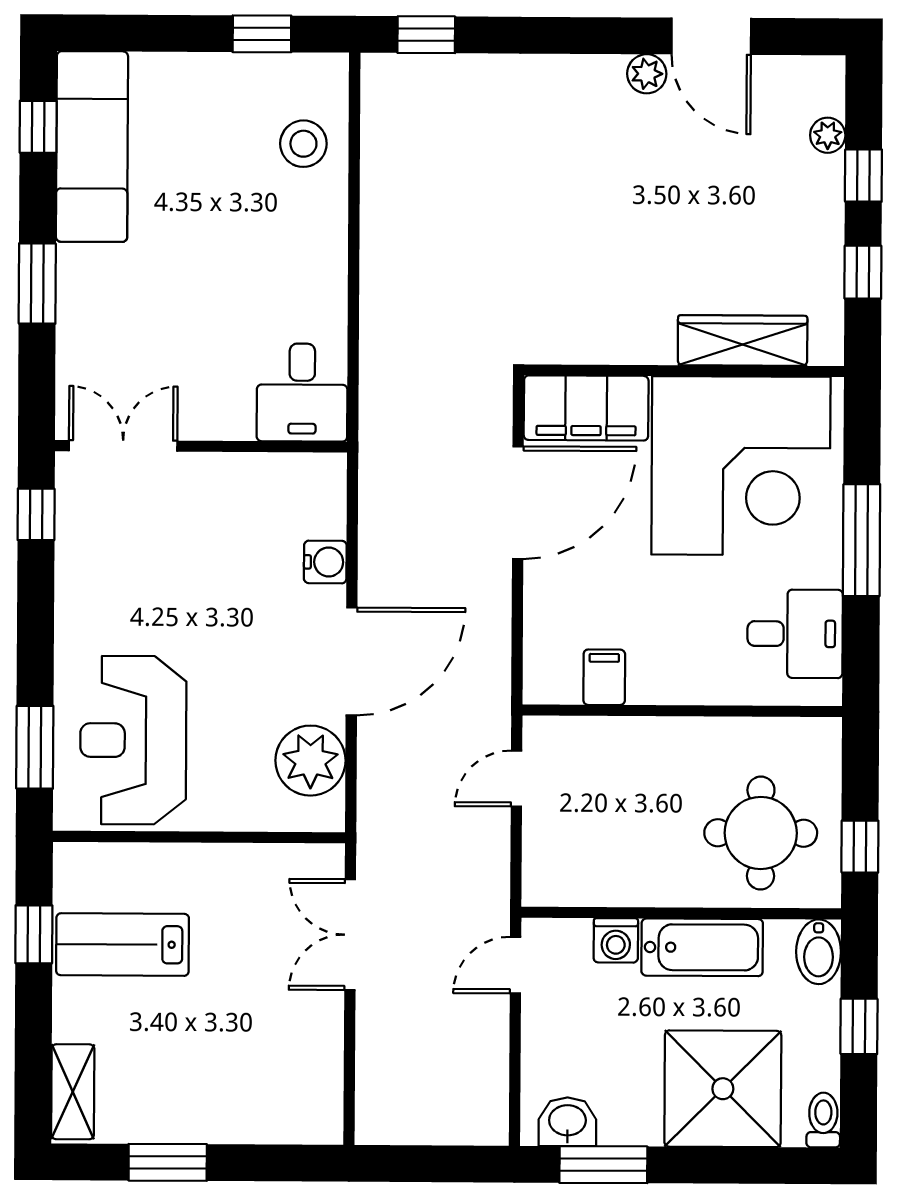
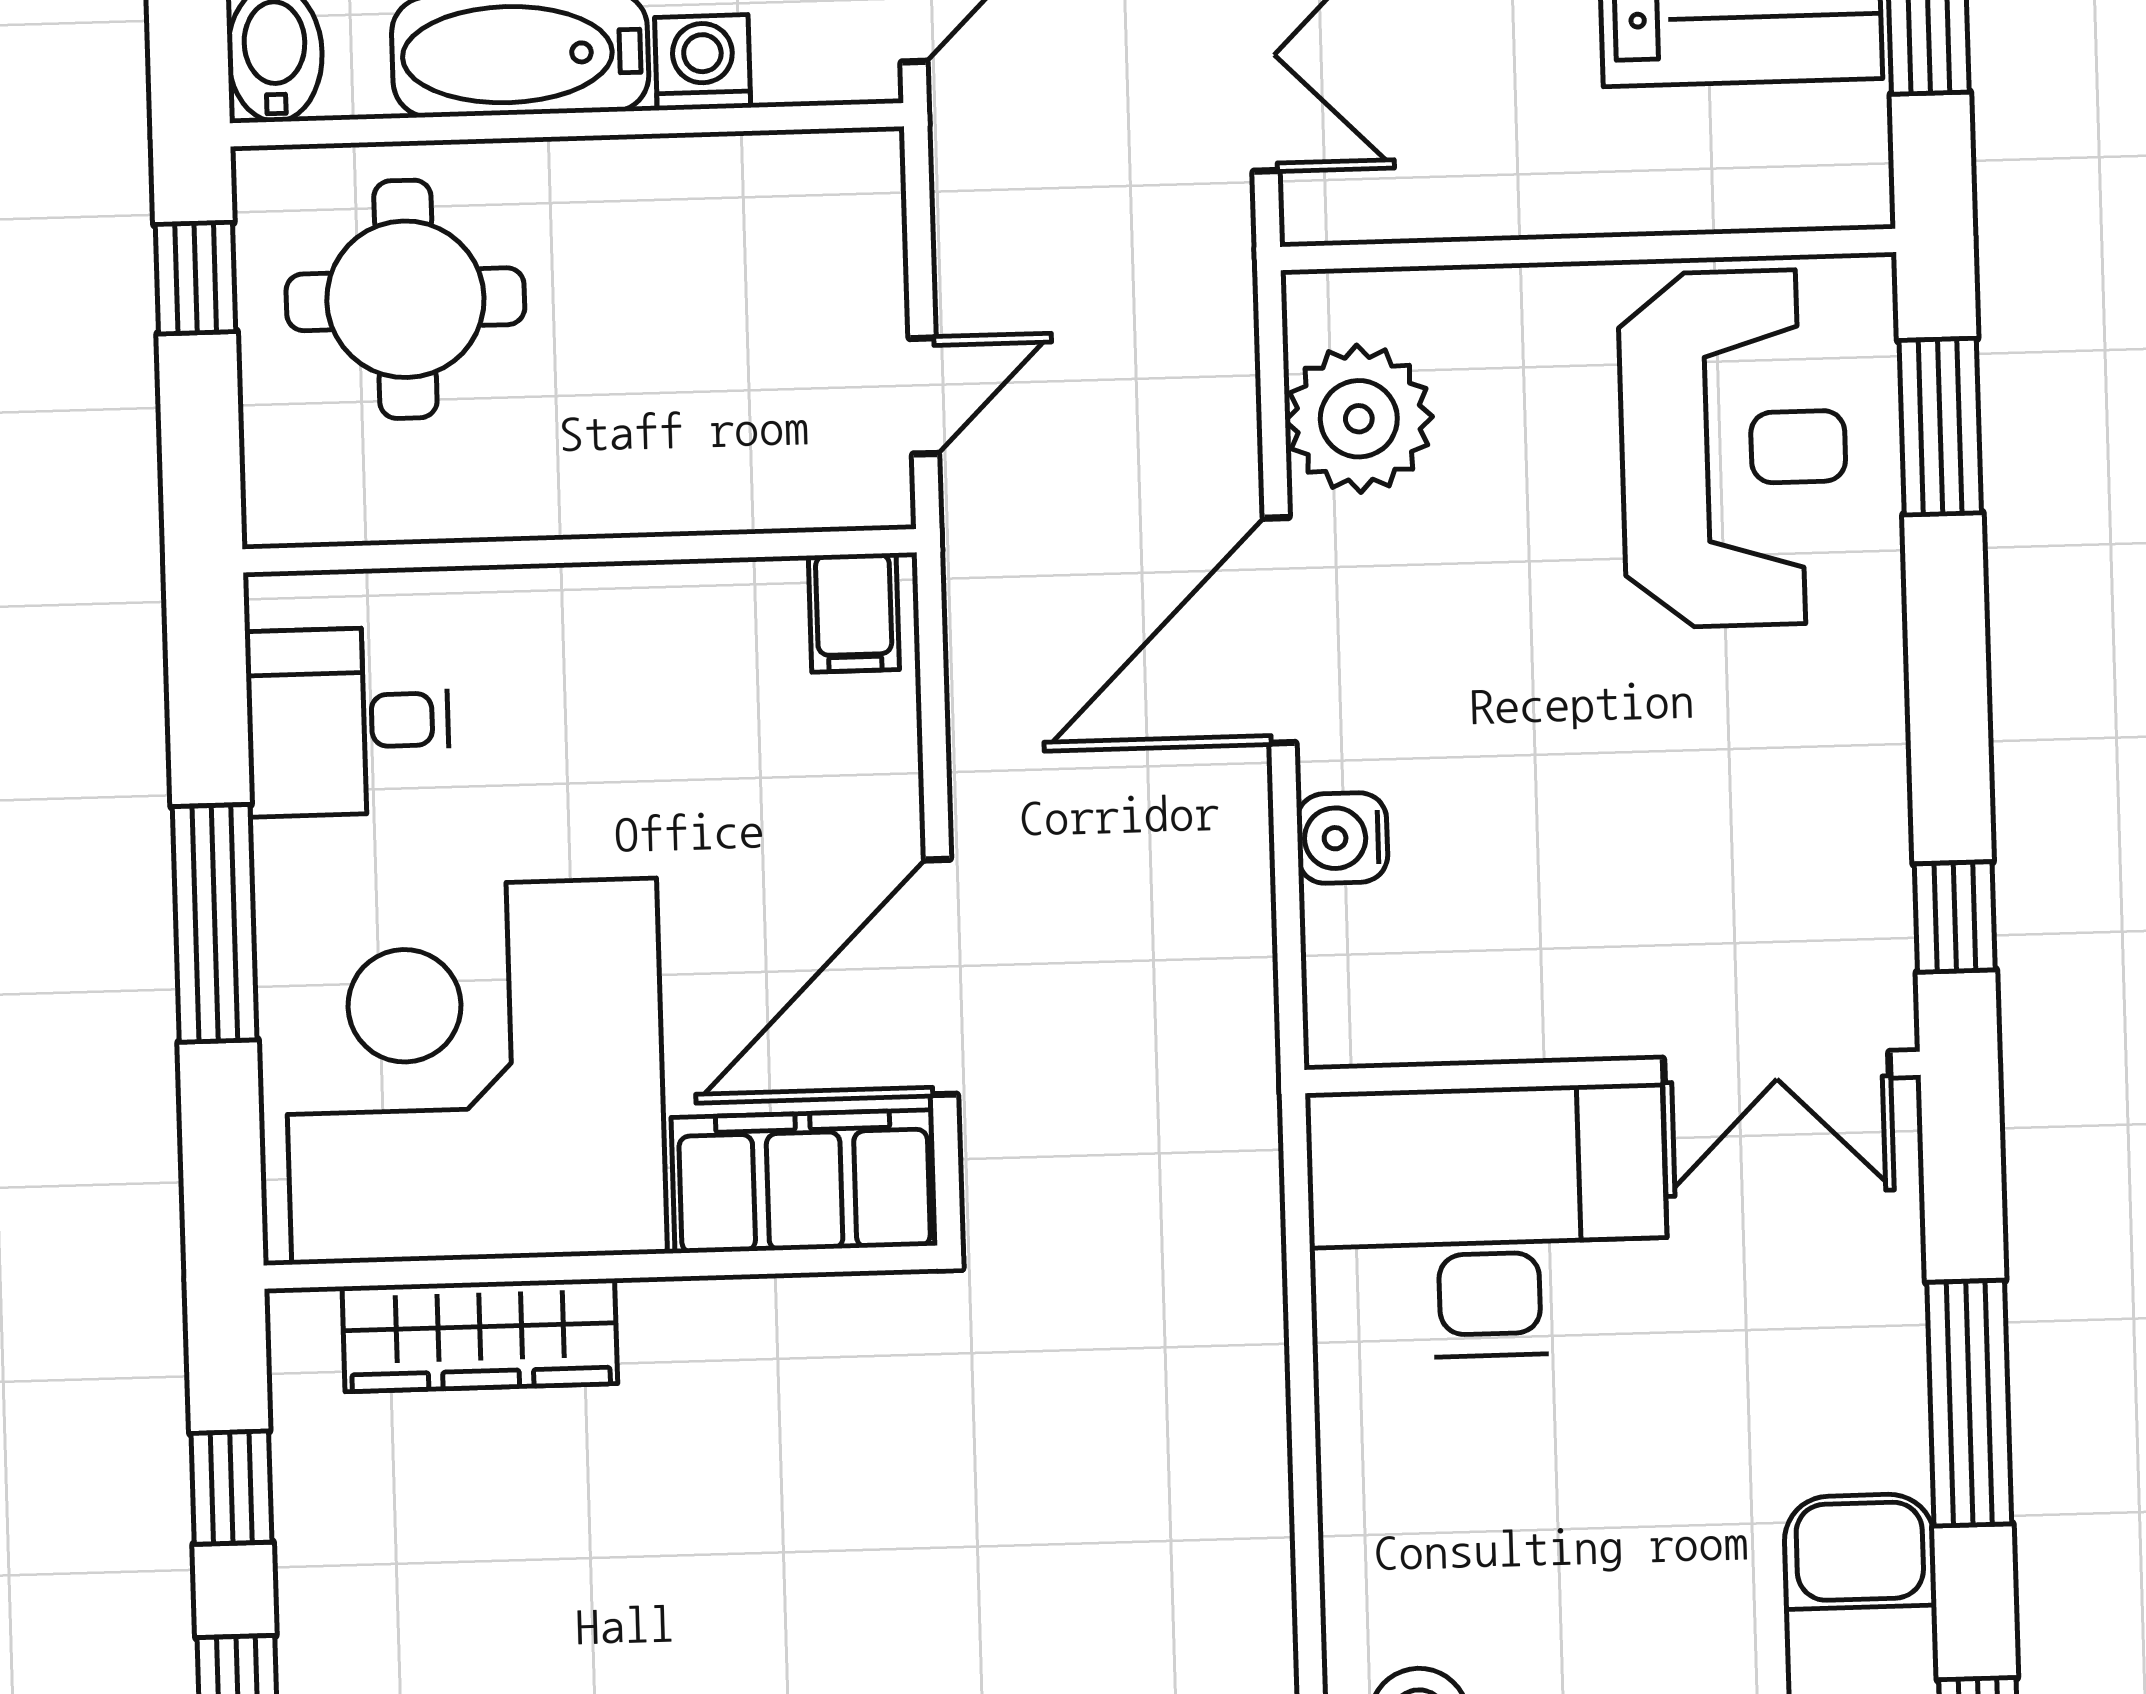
window: (37, 284) -> (1969, 1403), width x1.44
desk: (302, 392) -> (1488, 1222), width x1.87, depth x1.30
filing cabinet: (604, 677) -> (854, 613), moved

